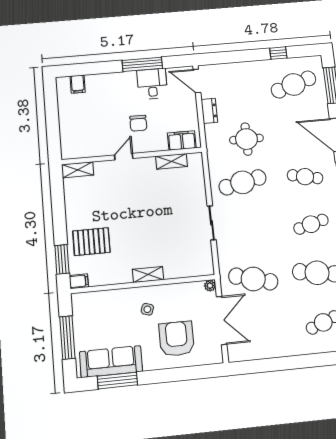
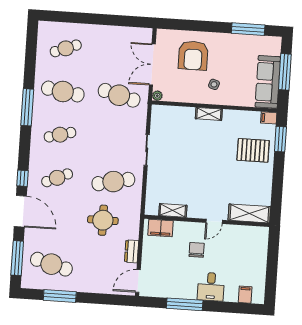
window: (278, 53) -> (60, 296), width x2.17
door: (197, 81) -> (138, 281), swing flipped
desk: (152, 84) -> (211, 287), moved
cafe table: (294, 85) -> (51, 264), turned 33
shelving: (78, 170) -> (249, 213), width x1.50, depth x1.33
cafe table: (305, 177) -> (57, 178), turned -36
sofa: (111, 362) -> (268, 82), moved, turned 90

